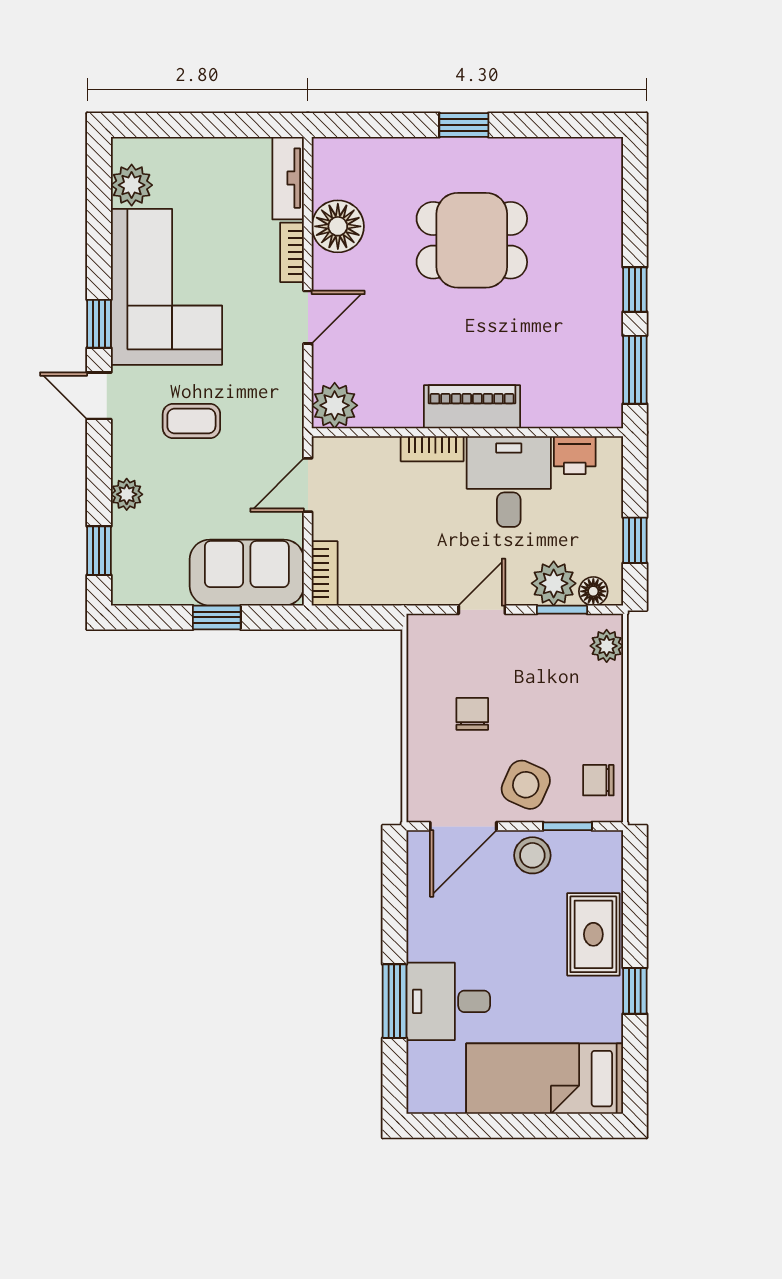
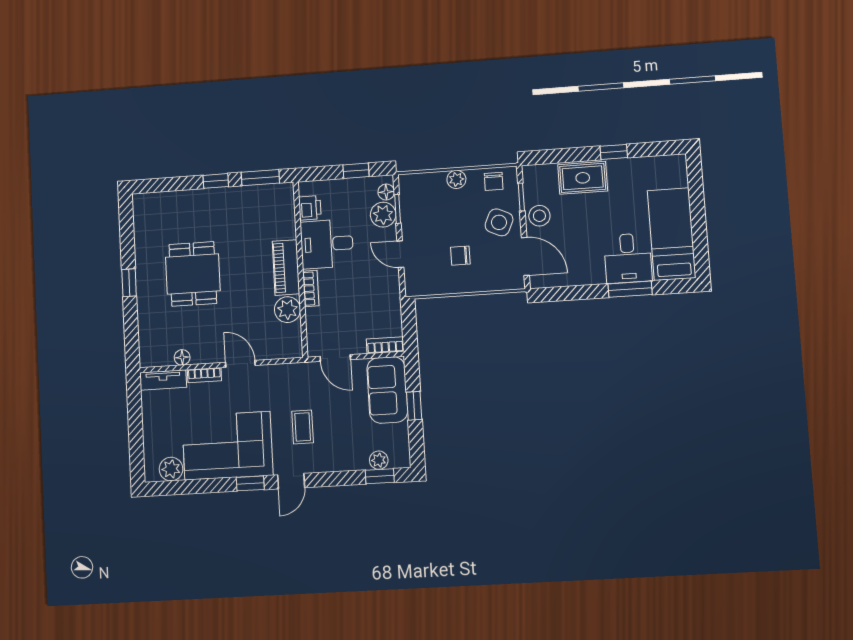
floor lamp: (338, 226) -> (182, 357), width x0.53, depth x0.53
plant: (335, 405) -> (287, 310), moved
plant: (127, 494) -> (379, 460), moved
plant: (607, 646) -> (456, 179), moved
bed: (545, 1079) -> (672, 234), moved, turned 180

